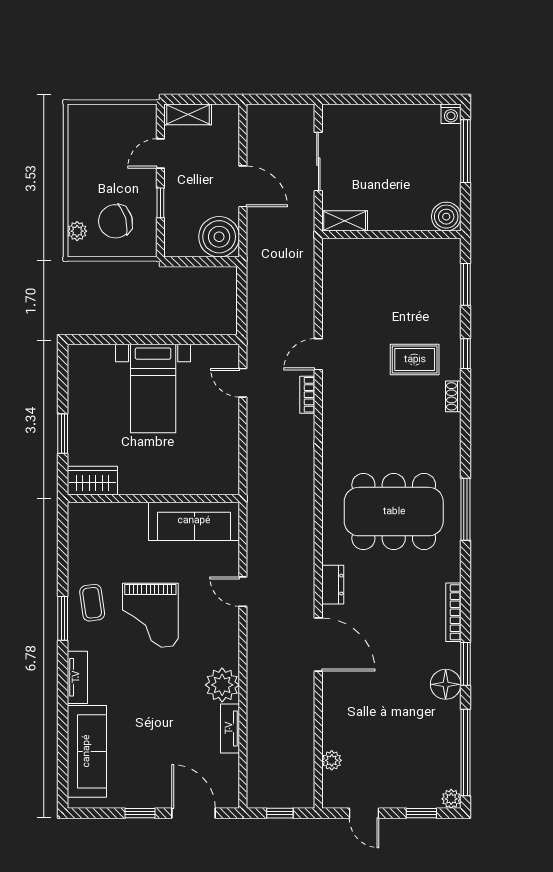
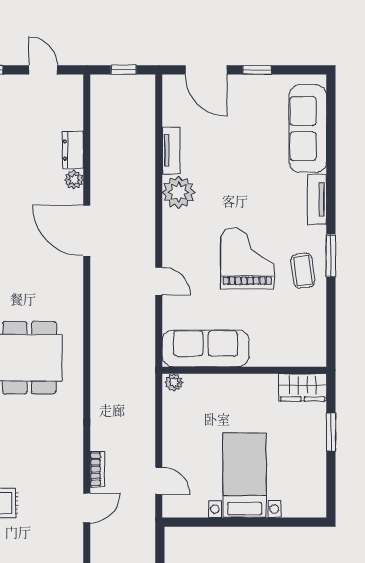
plant: (227, 486) -> (174, 382), added
dresser: (333, 585) -> (73, 150), moved
plant: (332, 760) -> (74, 180), moved

